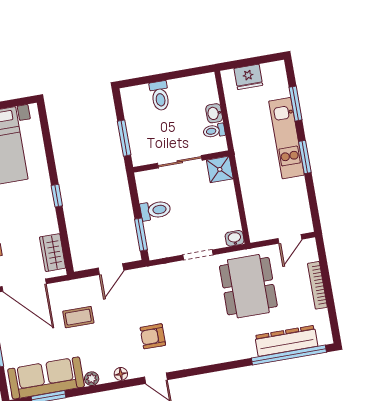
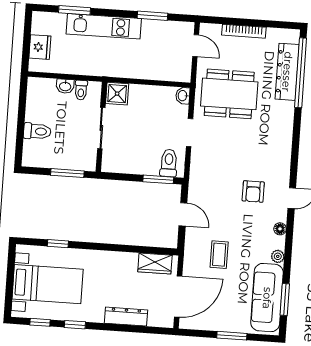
window: (305, 157) -> (152, 16), moved
window: (57, 196) -> (58, 244), moved
toilet: (155, 210) -> (169, 163), moved

